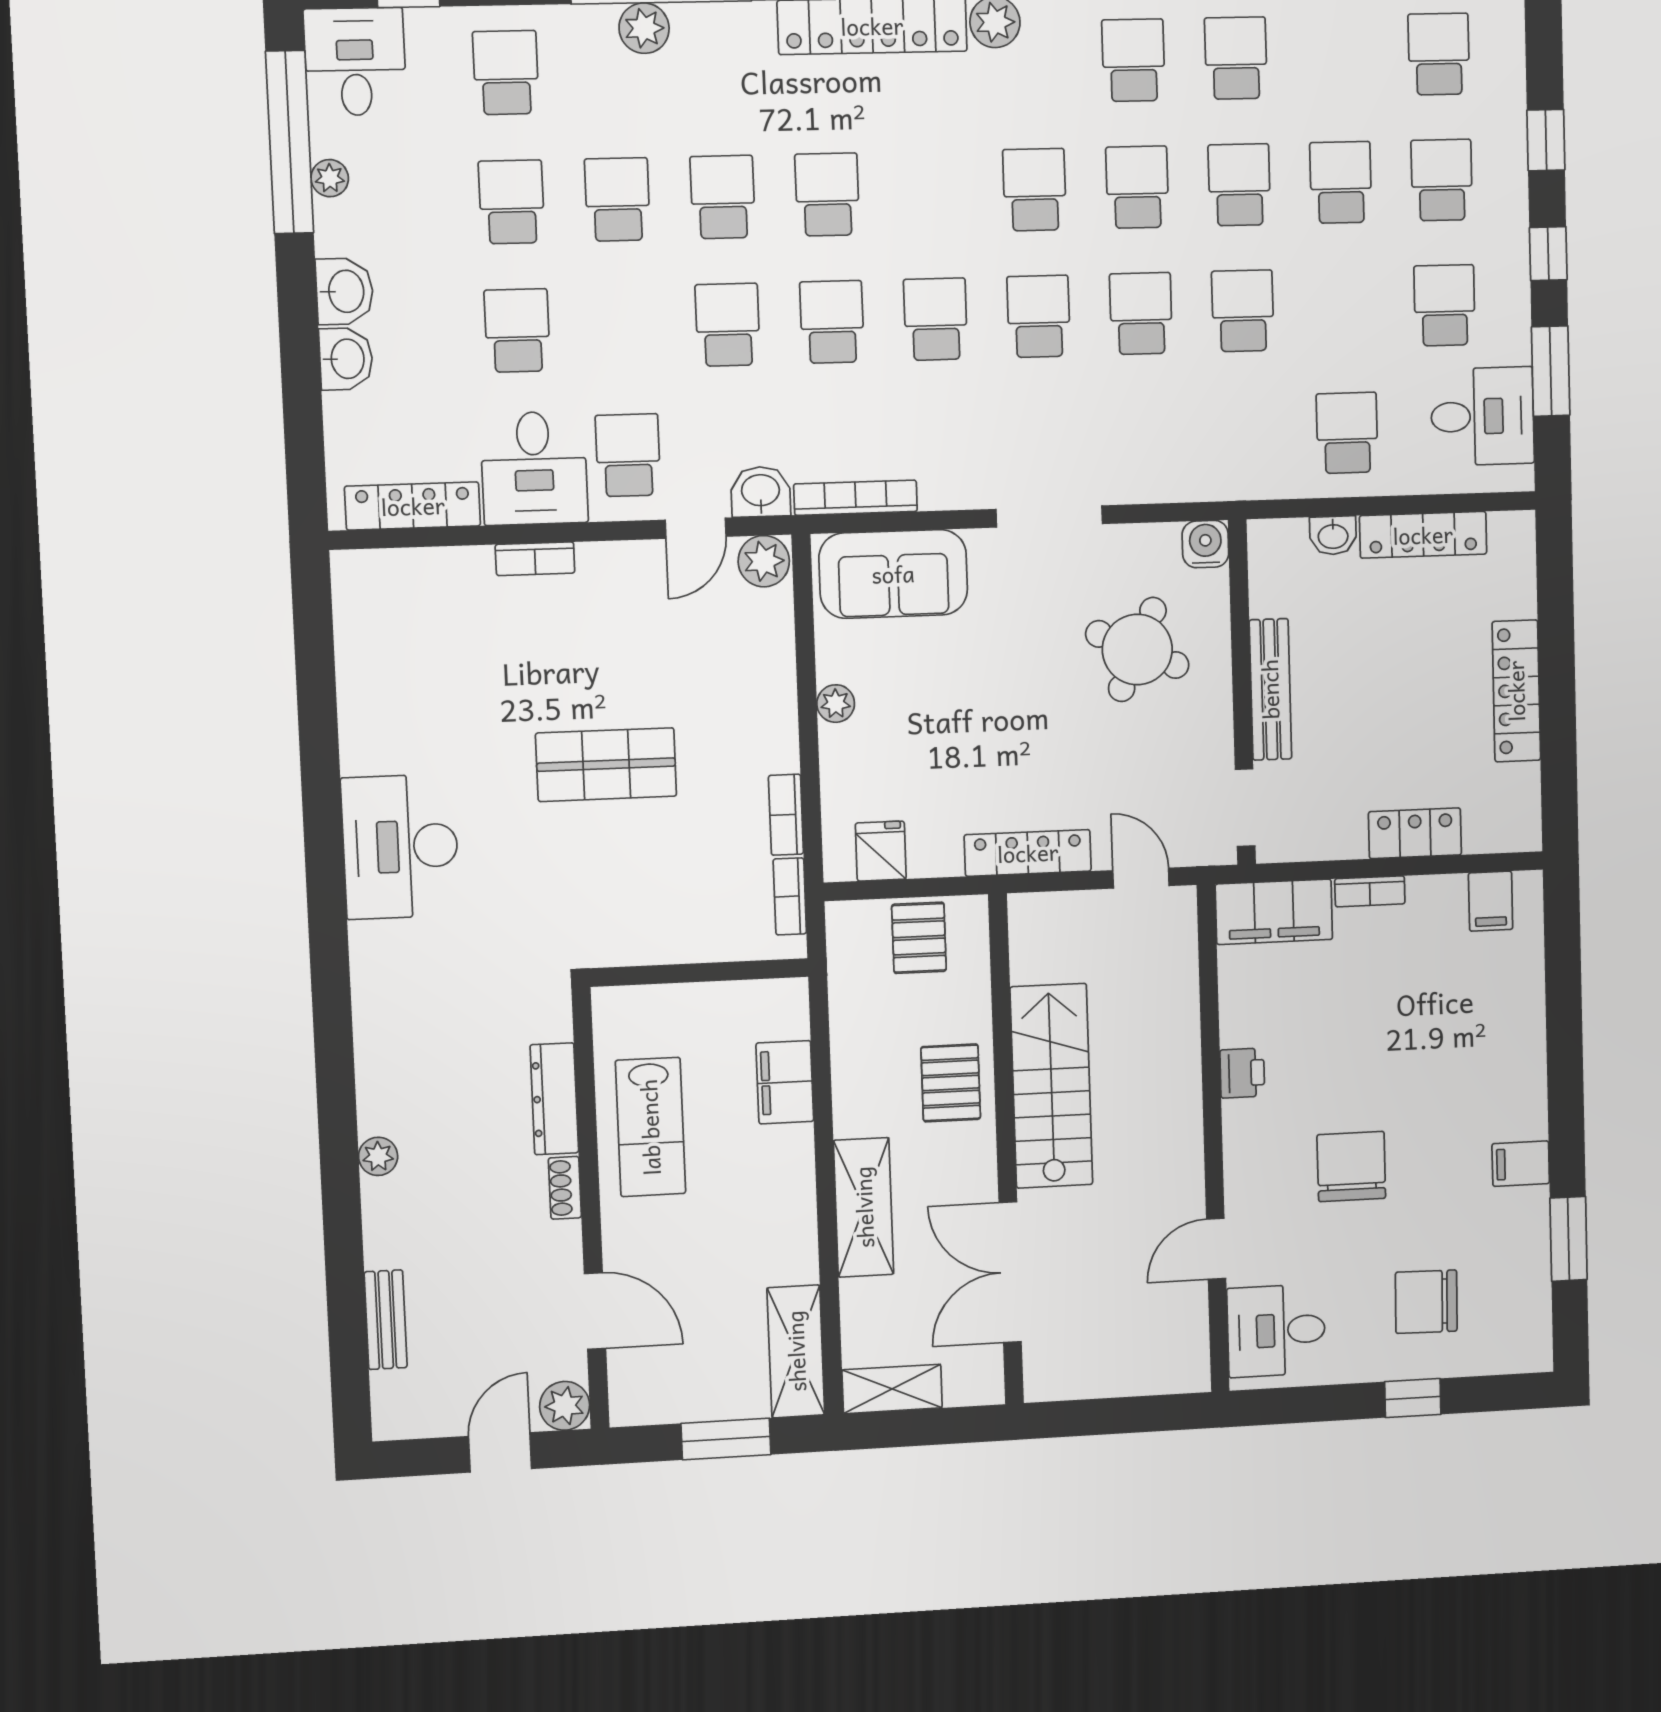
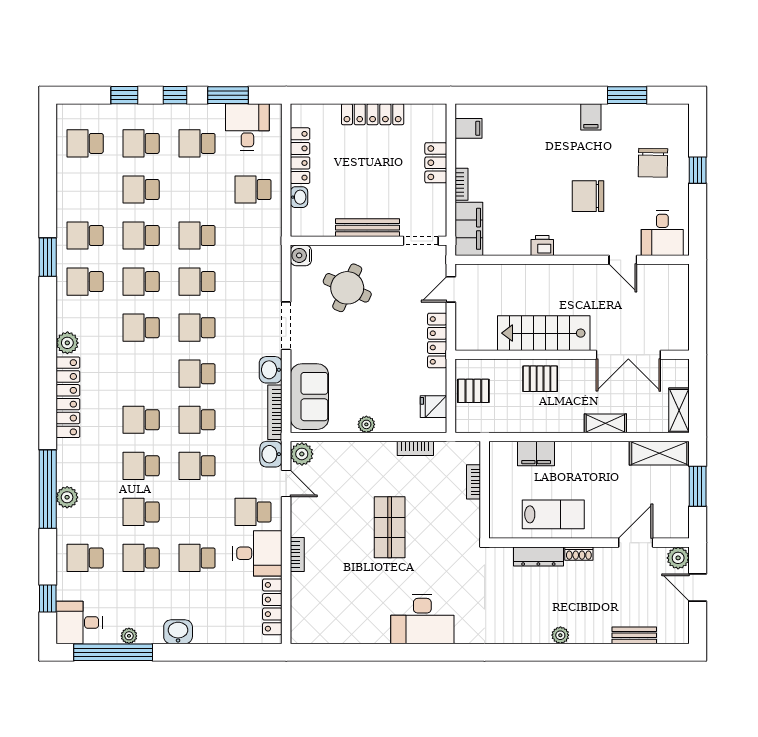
washbasin: (346, 359) -> (271, 370), moved, turned -90
bookcase: (790, 896) -> (473, 482), moved, turned 90
shelving: (864, 1207) -> (605, 423), width x0.67, depth x0.75

